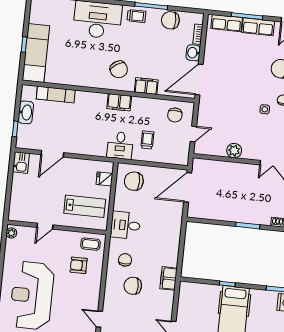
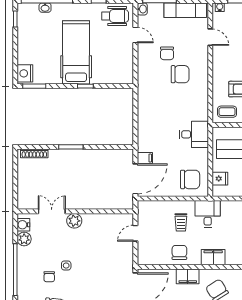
chair: (175, 115) -> (179, 252), moved
plant: (234, 151) -> (74, 221), moved
chair: (125, 260) -> (167, 53), moved
filing cabinet: (169, 278) -> (145, 158), moved, width x0.50

